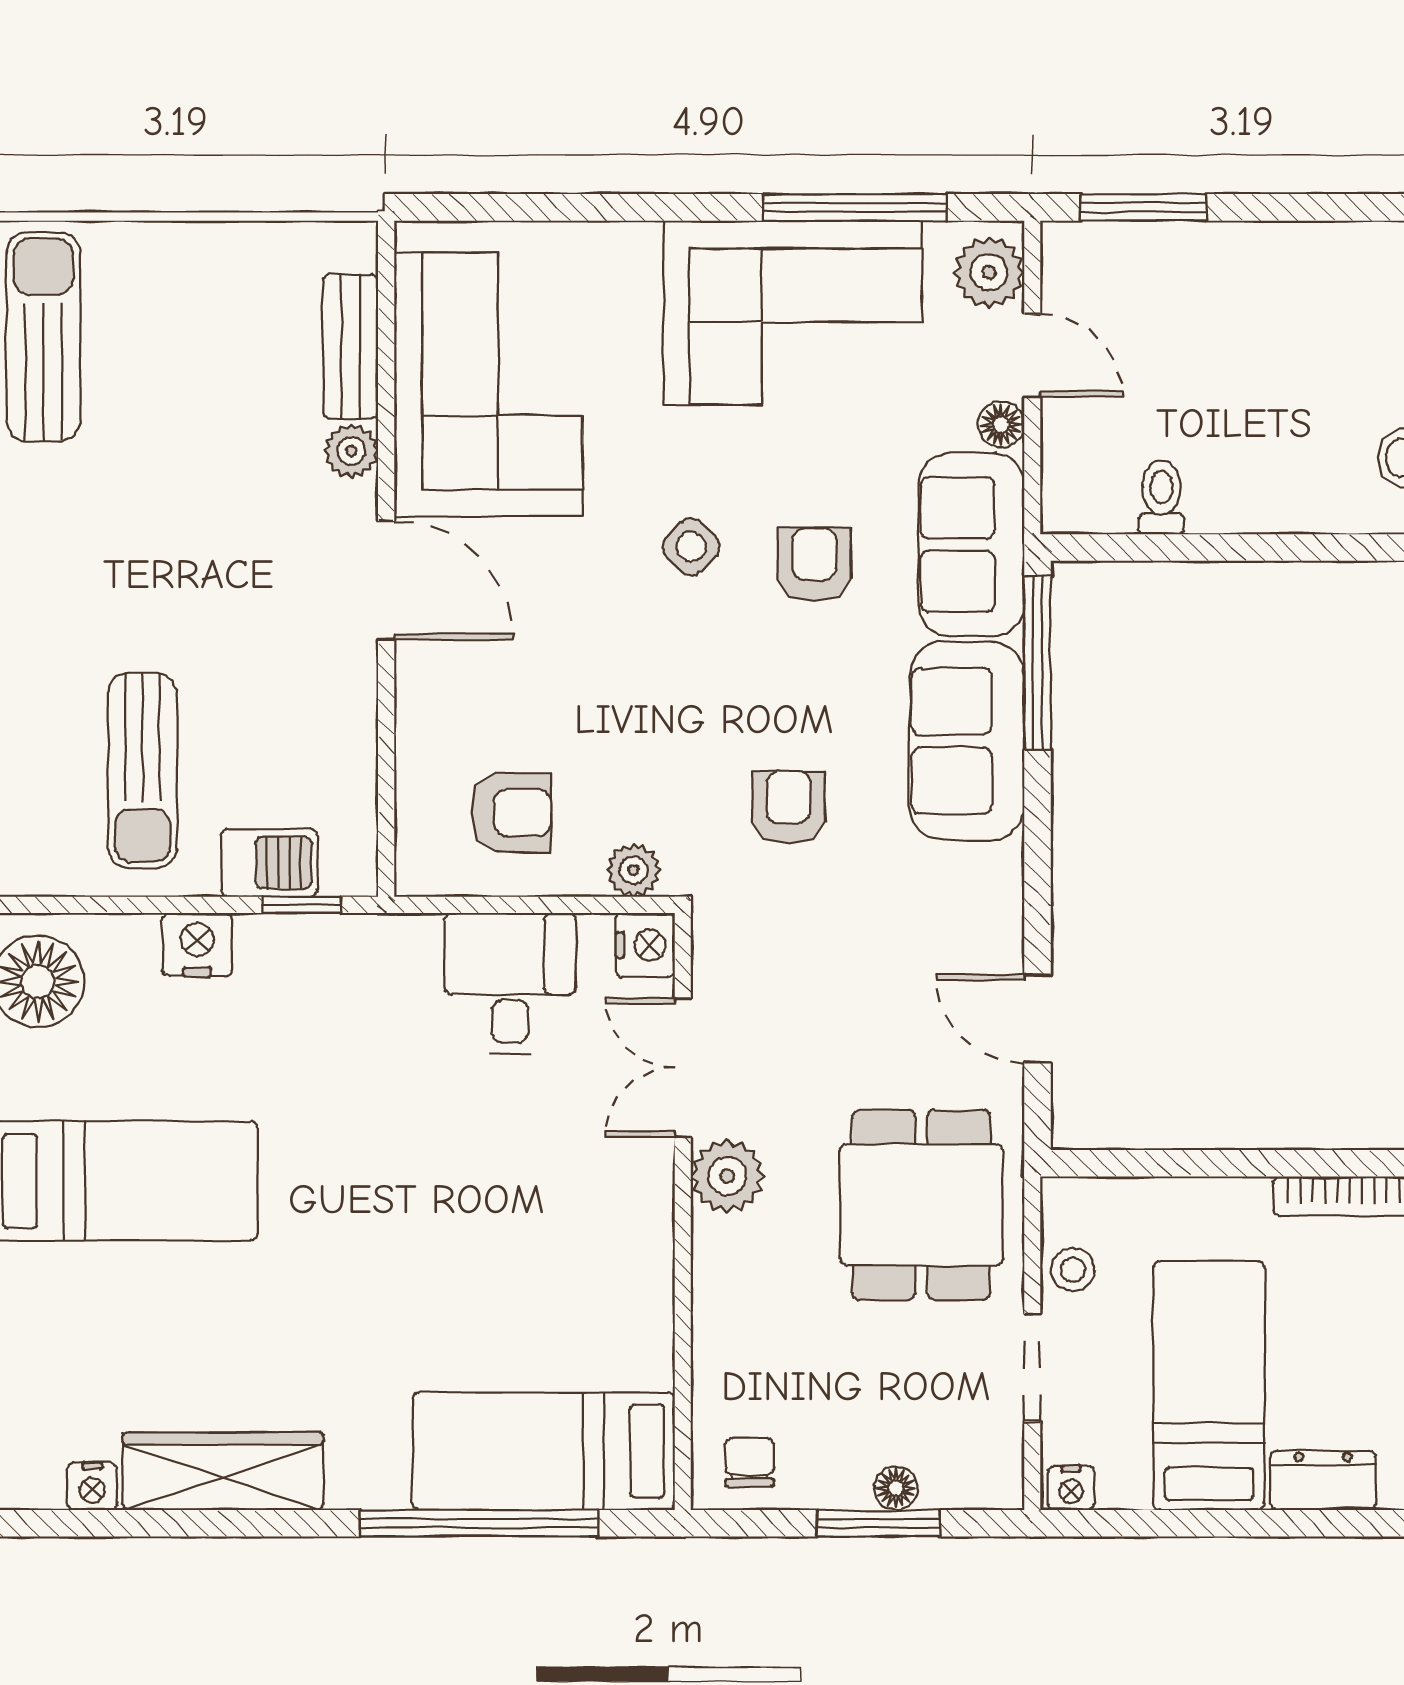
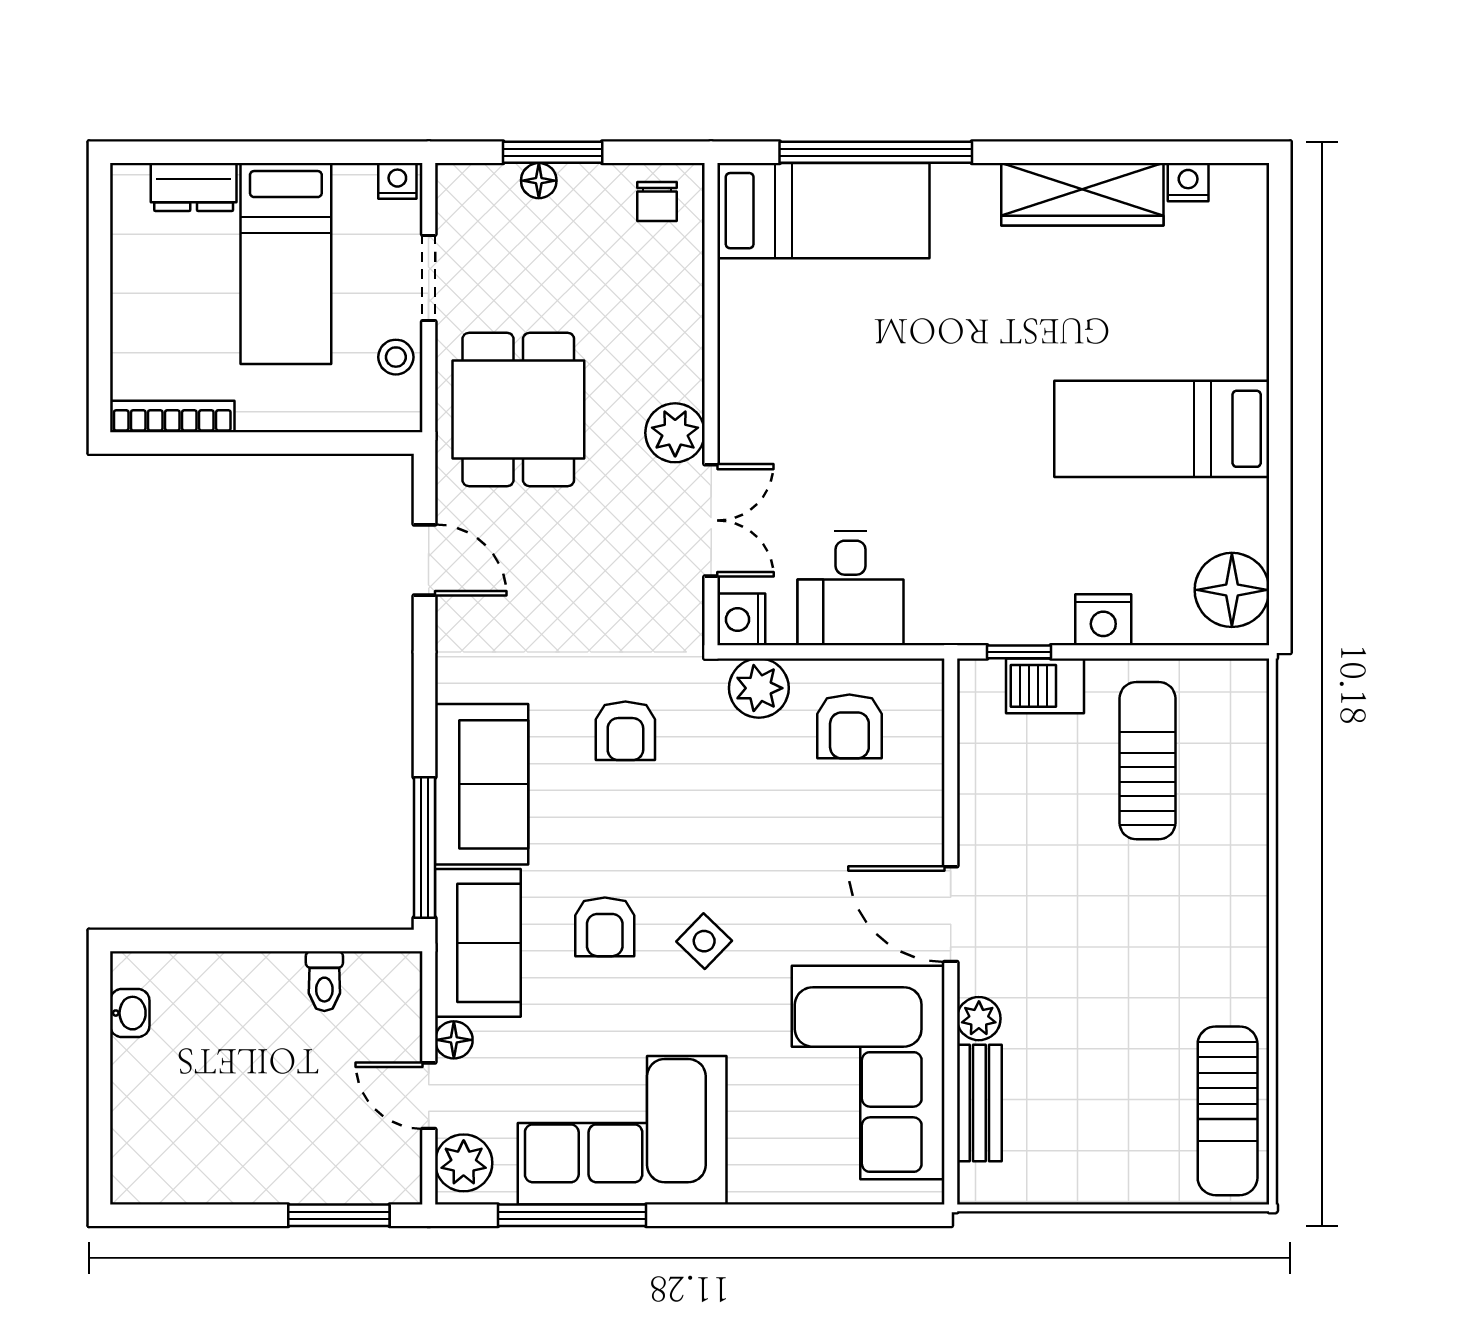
armchair: (511, 813) -> (849, 726), turned -90
plant: (634, 870) -> (759, 688), width x1.38, depth x1.38

